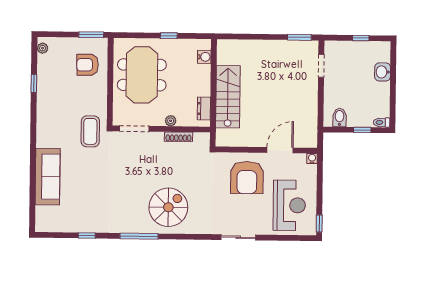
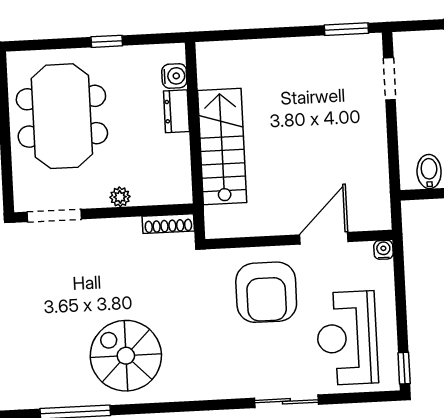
dresser: (204, 109) -> (176, 111), moved
shoe rack: (178, 137) -> (168, 224), moved
reception desk: (289, 205) -> (347, 338), turned 180
spiral stairs: (168, 207) -> (126, 356), turned -90
sliding door: (238, 237) -> (286, 401), moved

